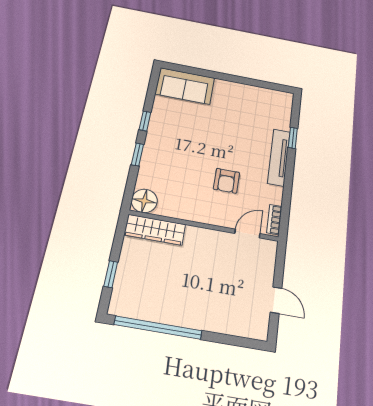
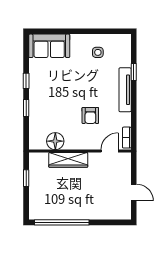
side table: (248, 106) -> (98, 52), added
floor lamp: (144, 201) -> (55, 141), moved
wardrobe: (155, 230) -> (68, 160), moved
window: (111, 274) -> (26, 178), moved

